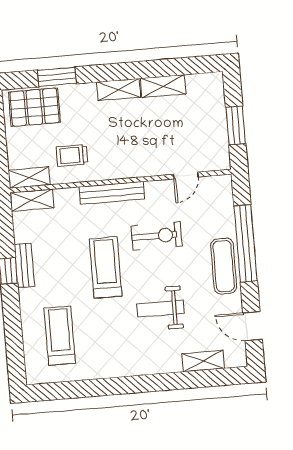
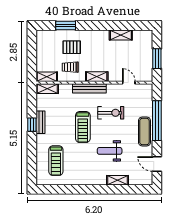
shelving: (119, 90) -> (97, 77), moved
pallet: (34, 107) -> (72, 47), moved, width x0.67, depth x0.71
door: (186, 176) -> (129, 83), swing flipped
treadmill: (106, 268) -> (83, 127), turned 180
treadmill: (60, 336) -> (56, 161), turned 180
shelving: (203, 361) -> (118, 180), moved

